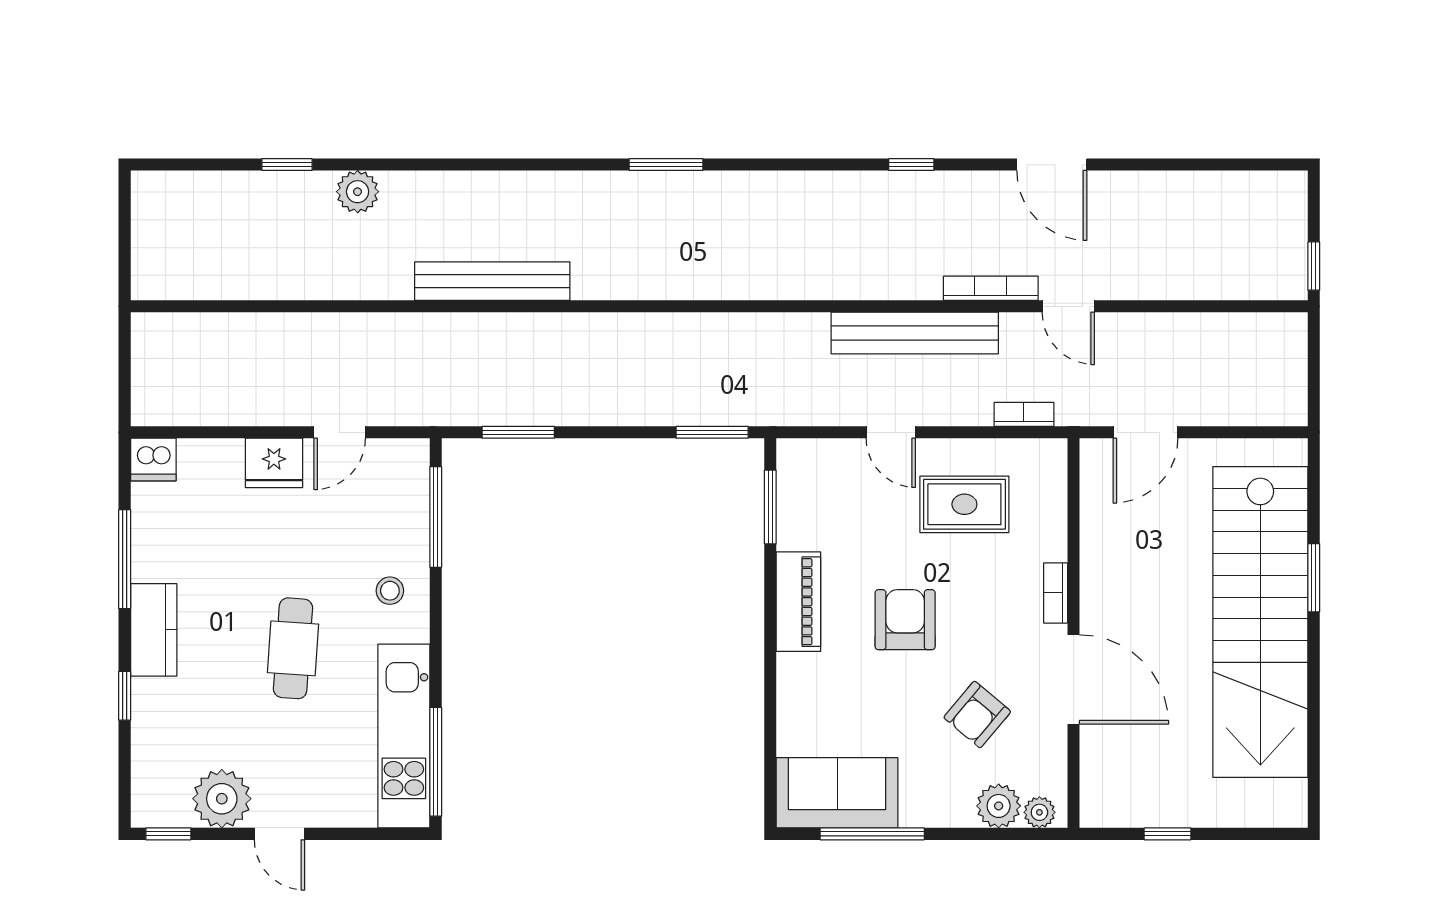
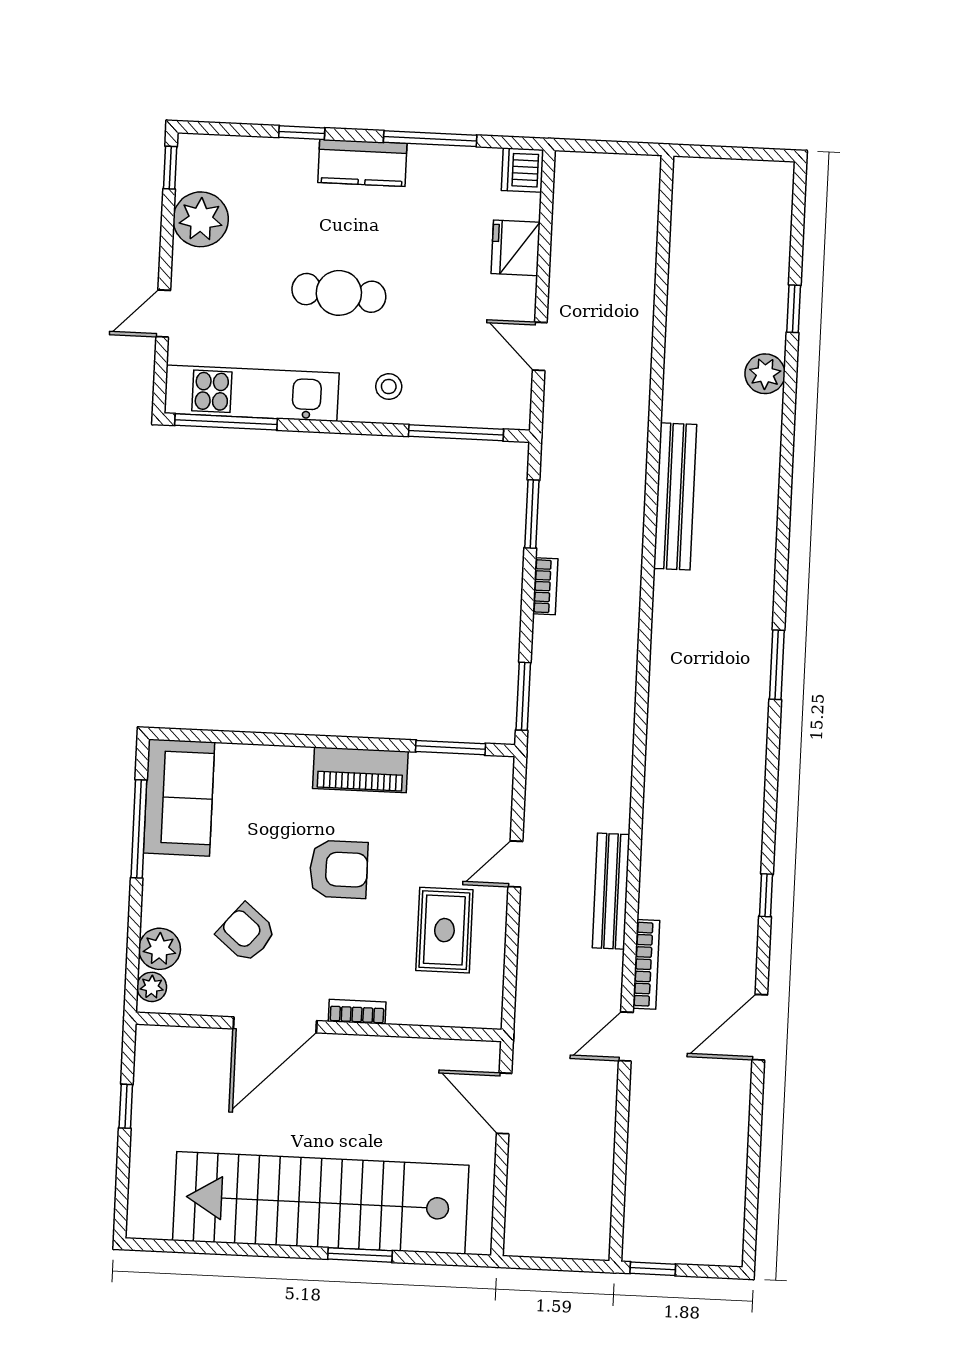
bench: (915, 333) -> (611, 891), width x0.73, depth x0.82
bookcase: (1024, 414) -> (545, 586), moved
fridge: (274, 463) -> (516, 248), moved
door: (279, 834) -> (163, 314), moved

